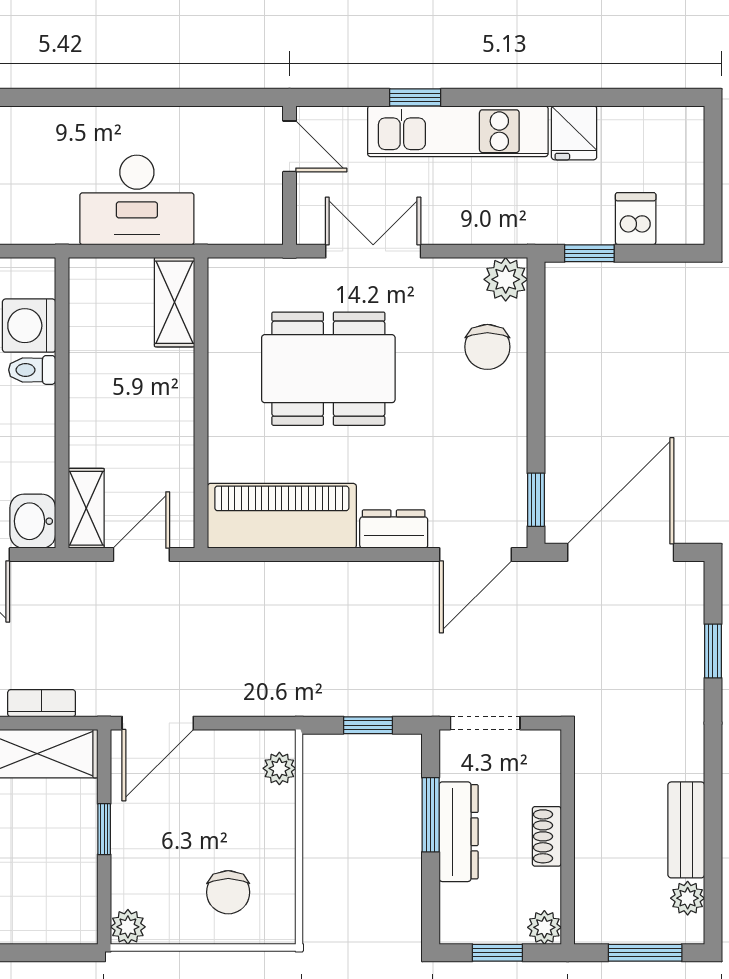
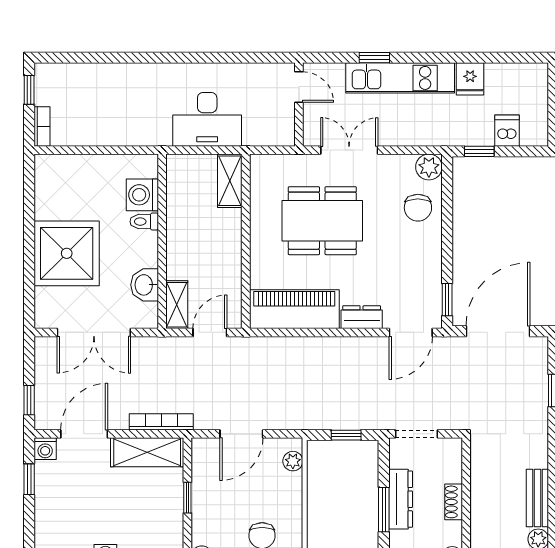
washbasin: (33, 521) -> (145, 285), moved
bookcase: (42, 703) -> (161, 422), width x1.56
door: (158, 723) -> (241, 434), moved
window: (431, 815) -> (384, 510), moved

